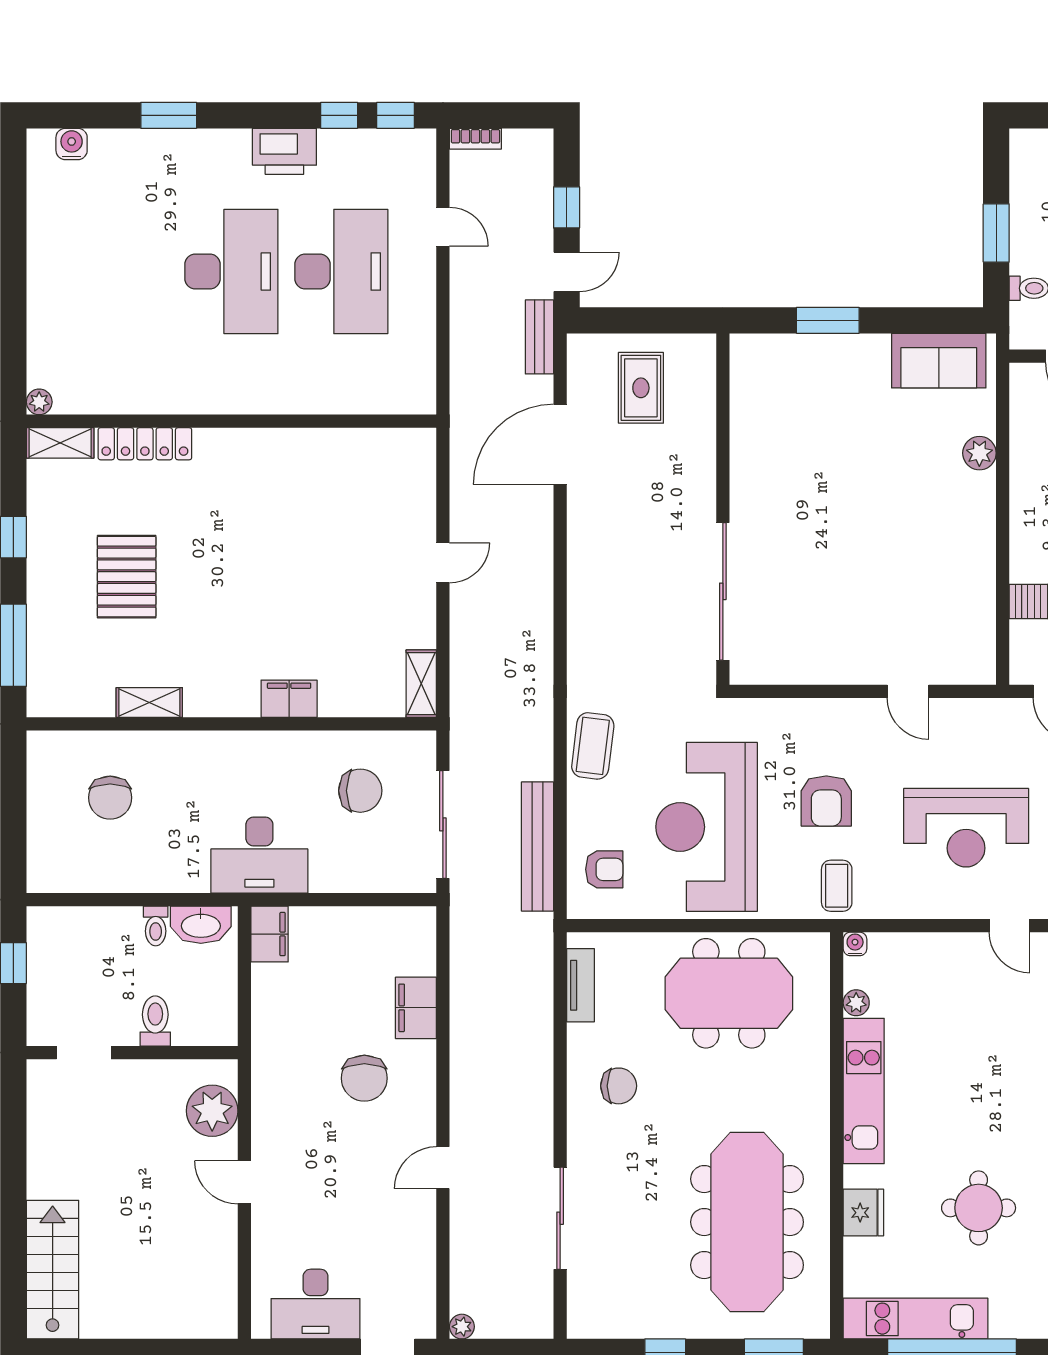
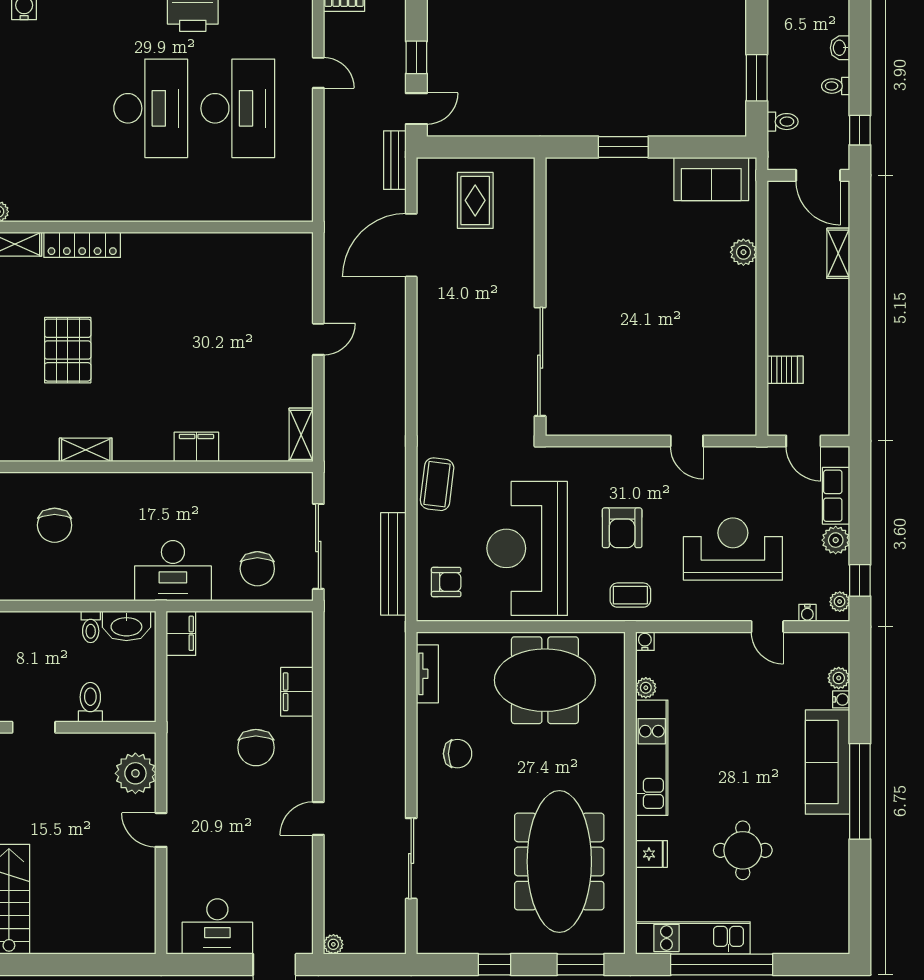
chair: (360, 791) -> (257, 569), moved, turned 90
reception desk: (966, 828) -> (733, 549), turned 180
coffee table: (837, 886) -> (630, 595), turned 90
fridge: (863, 1213) -> (652, 854), width x0.72

